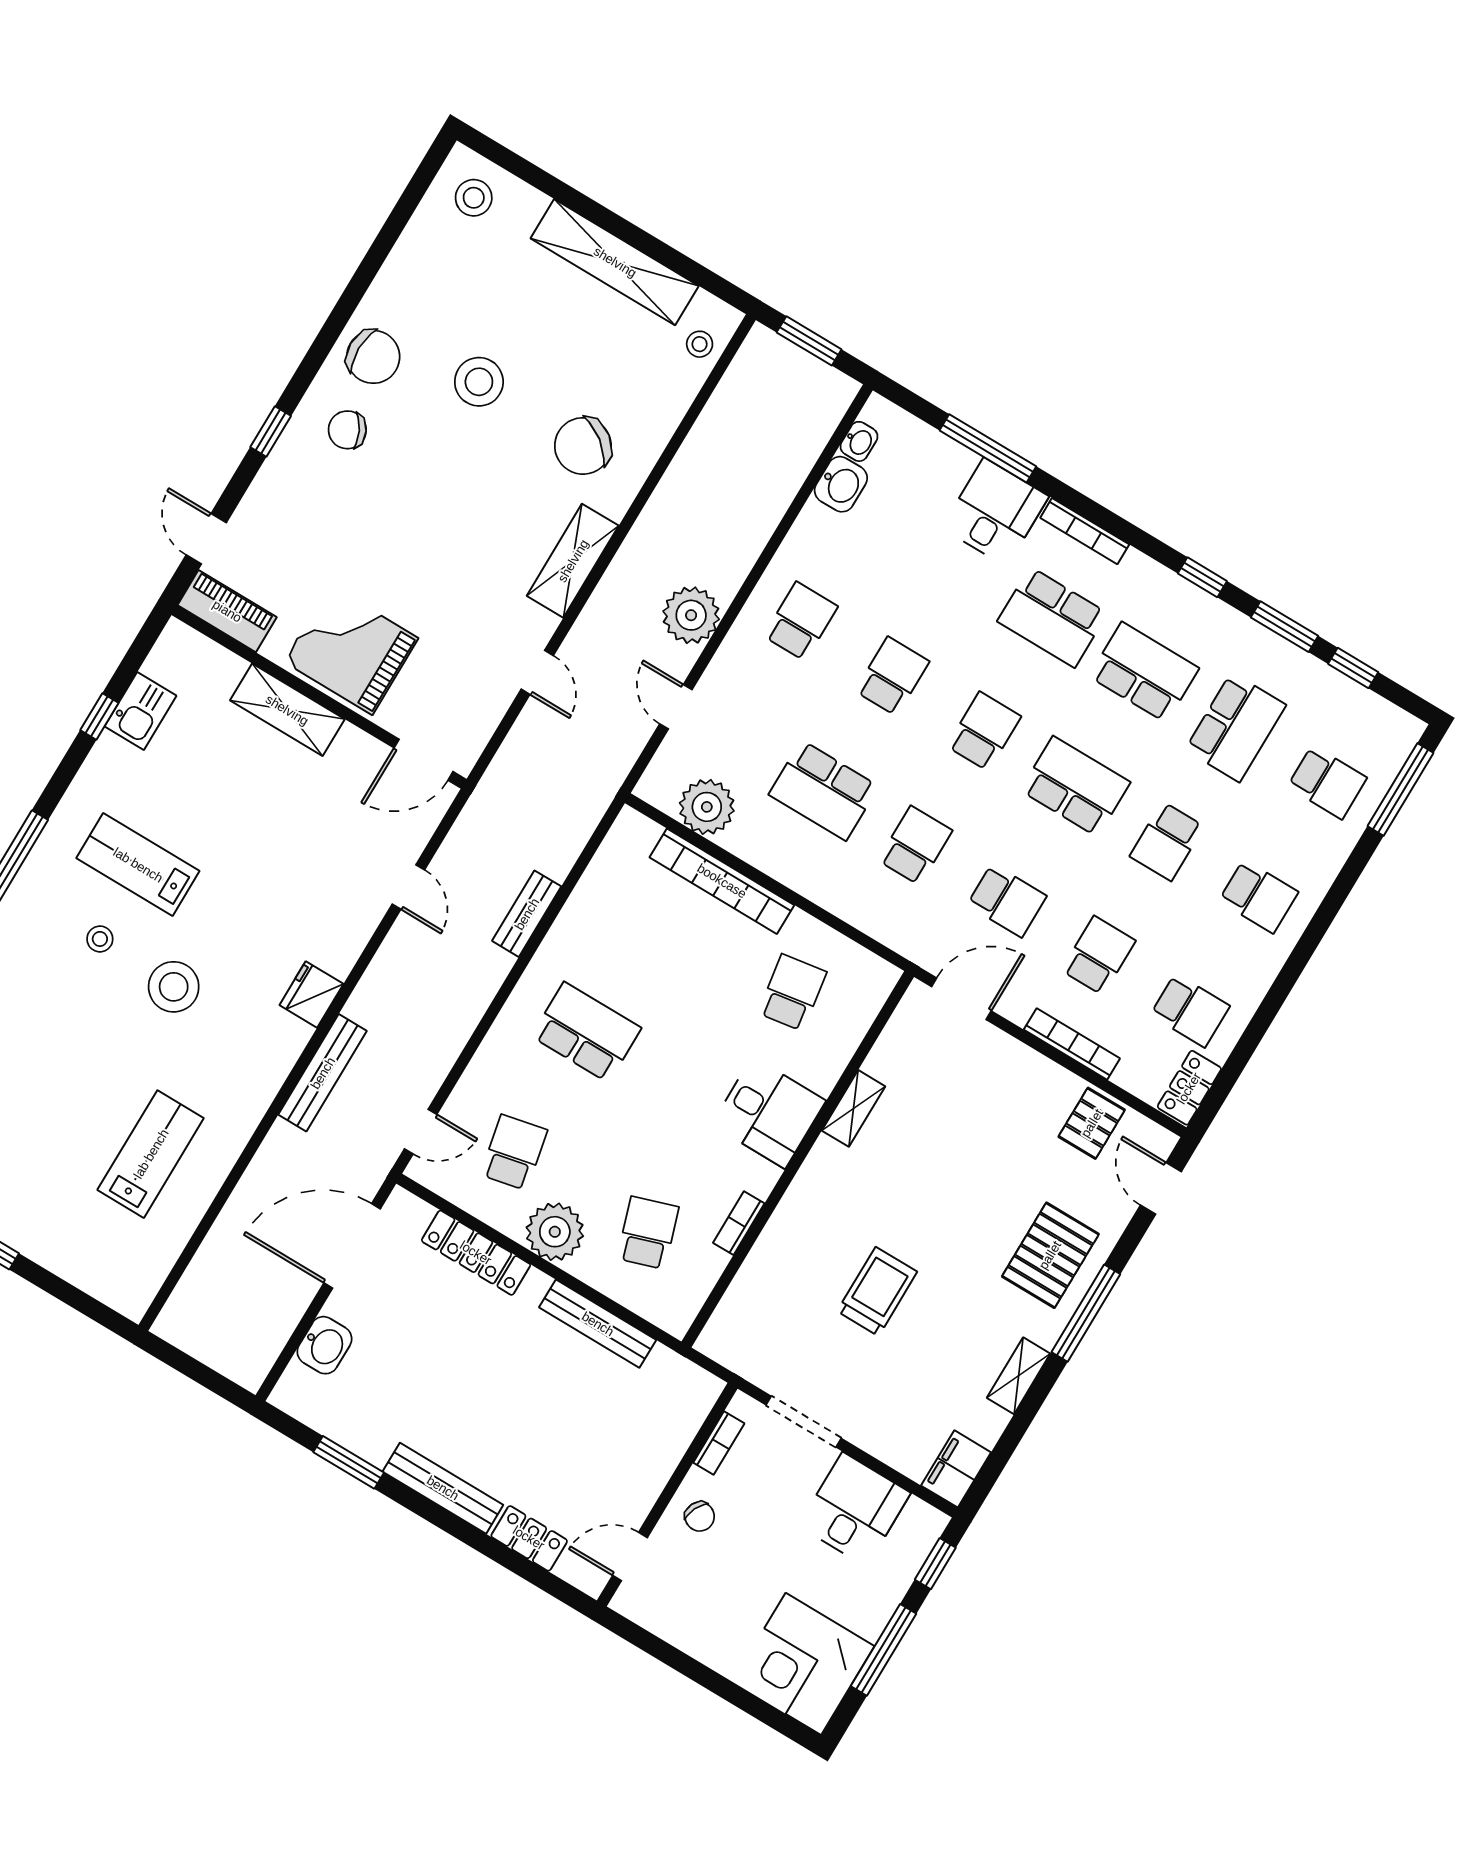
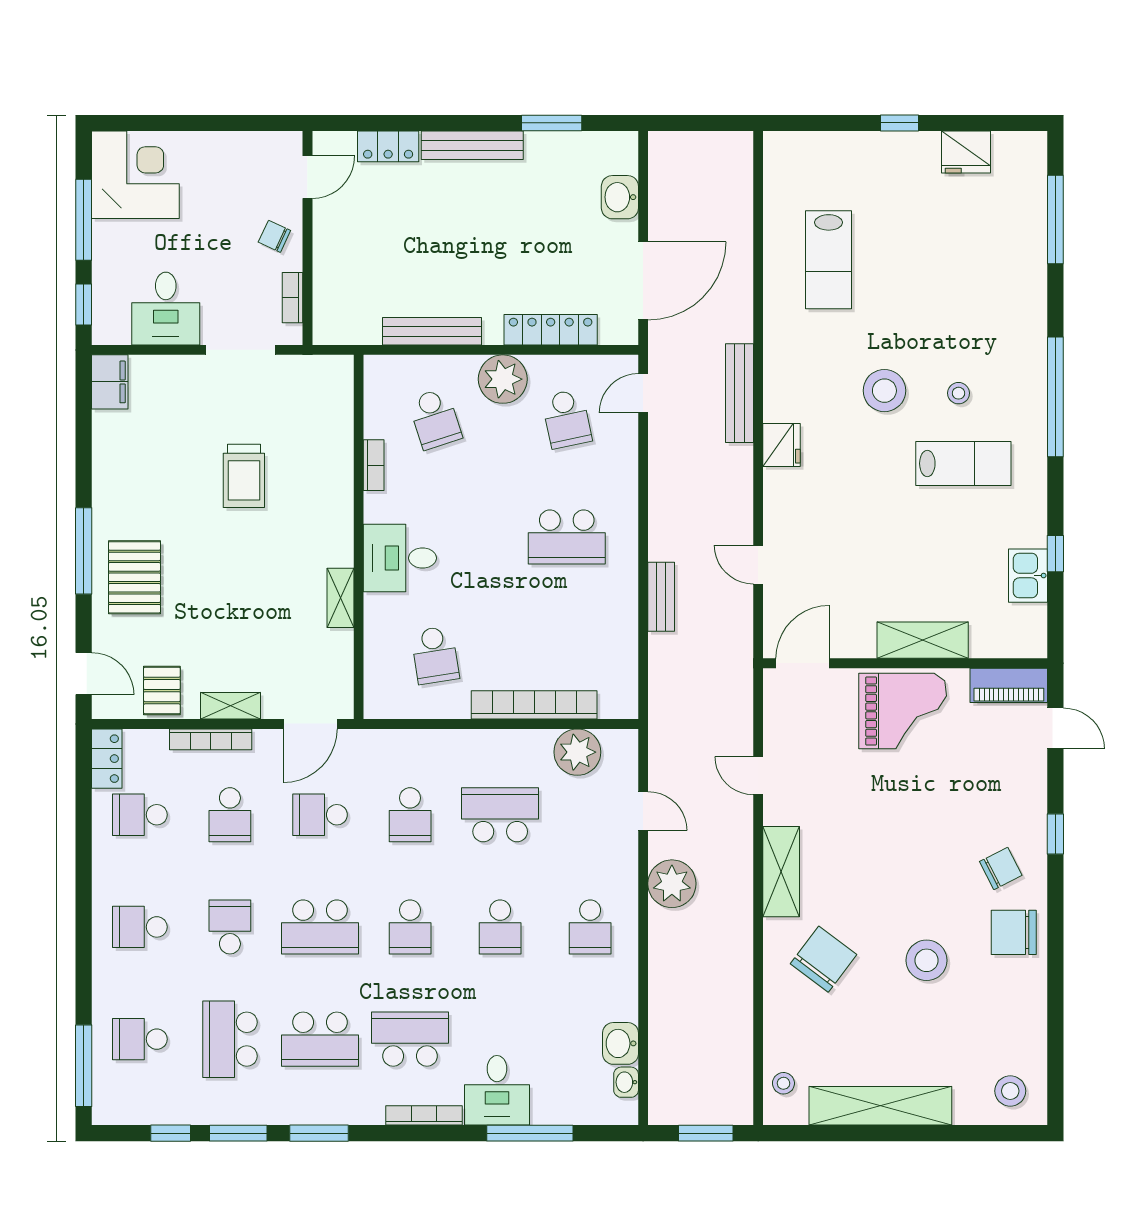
window: (1202, 577) -> (319, 1133), width x1.50
shelving: (1019, 1376) -> (230, 706), moved, turned 90

